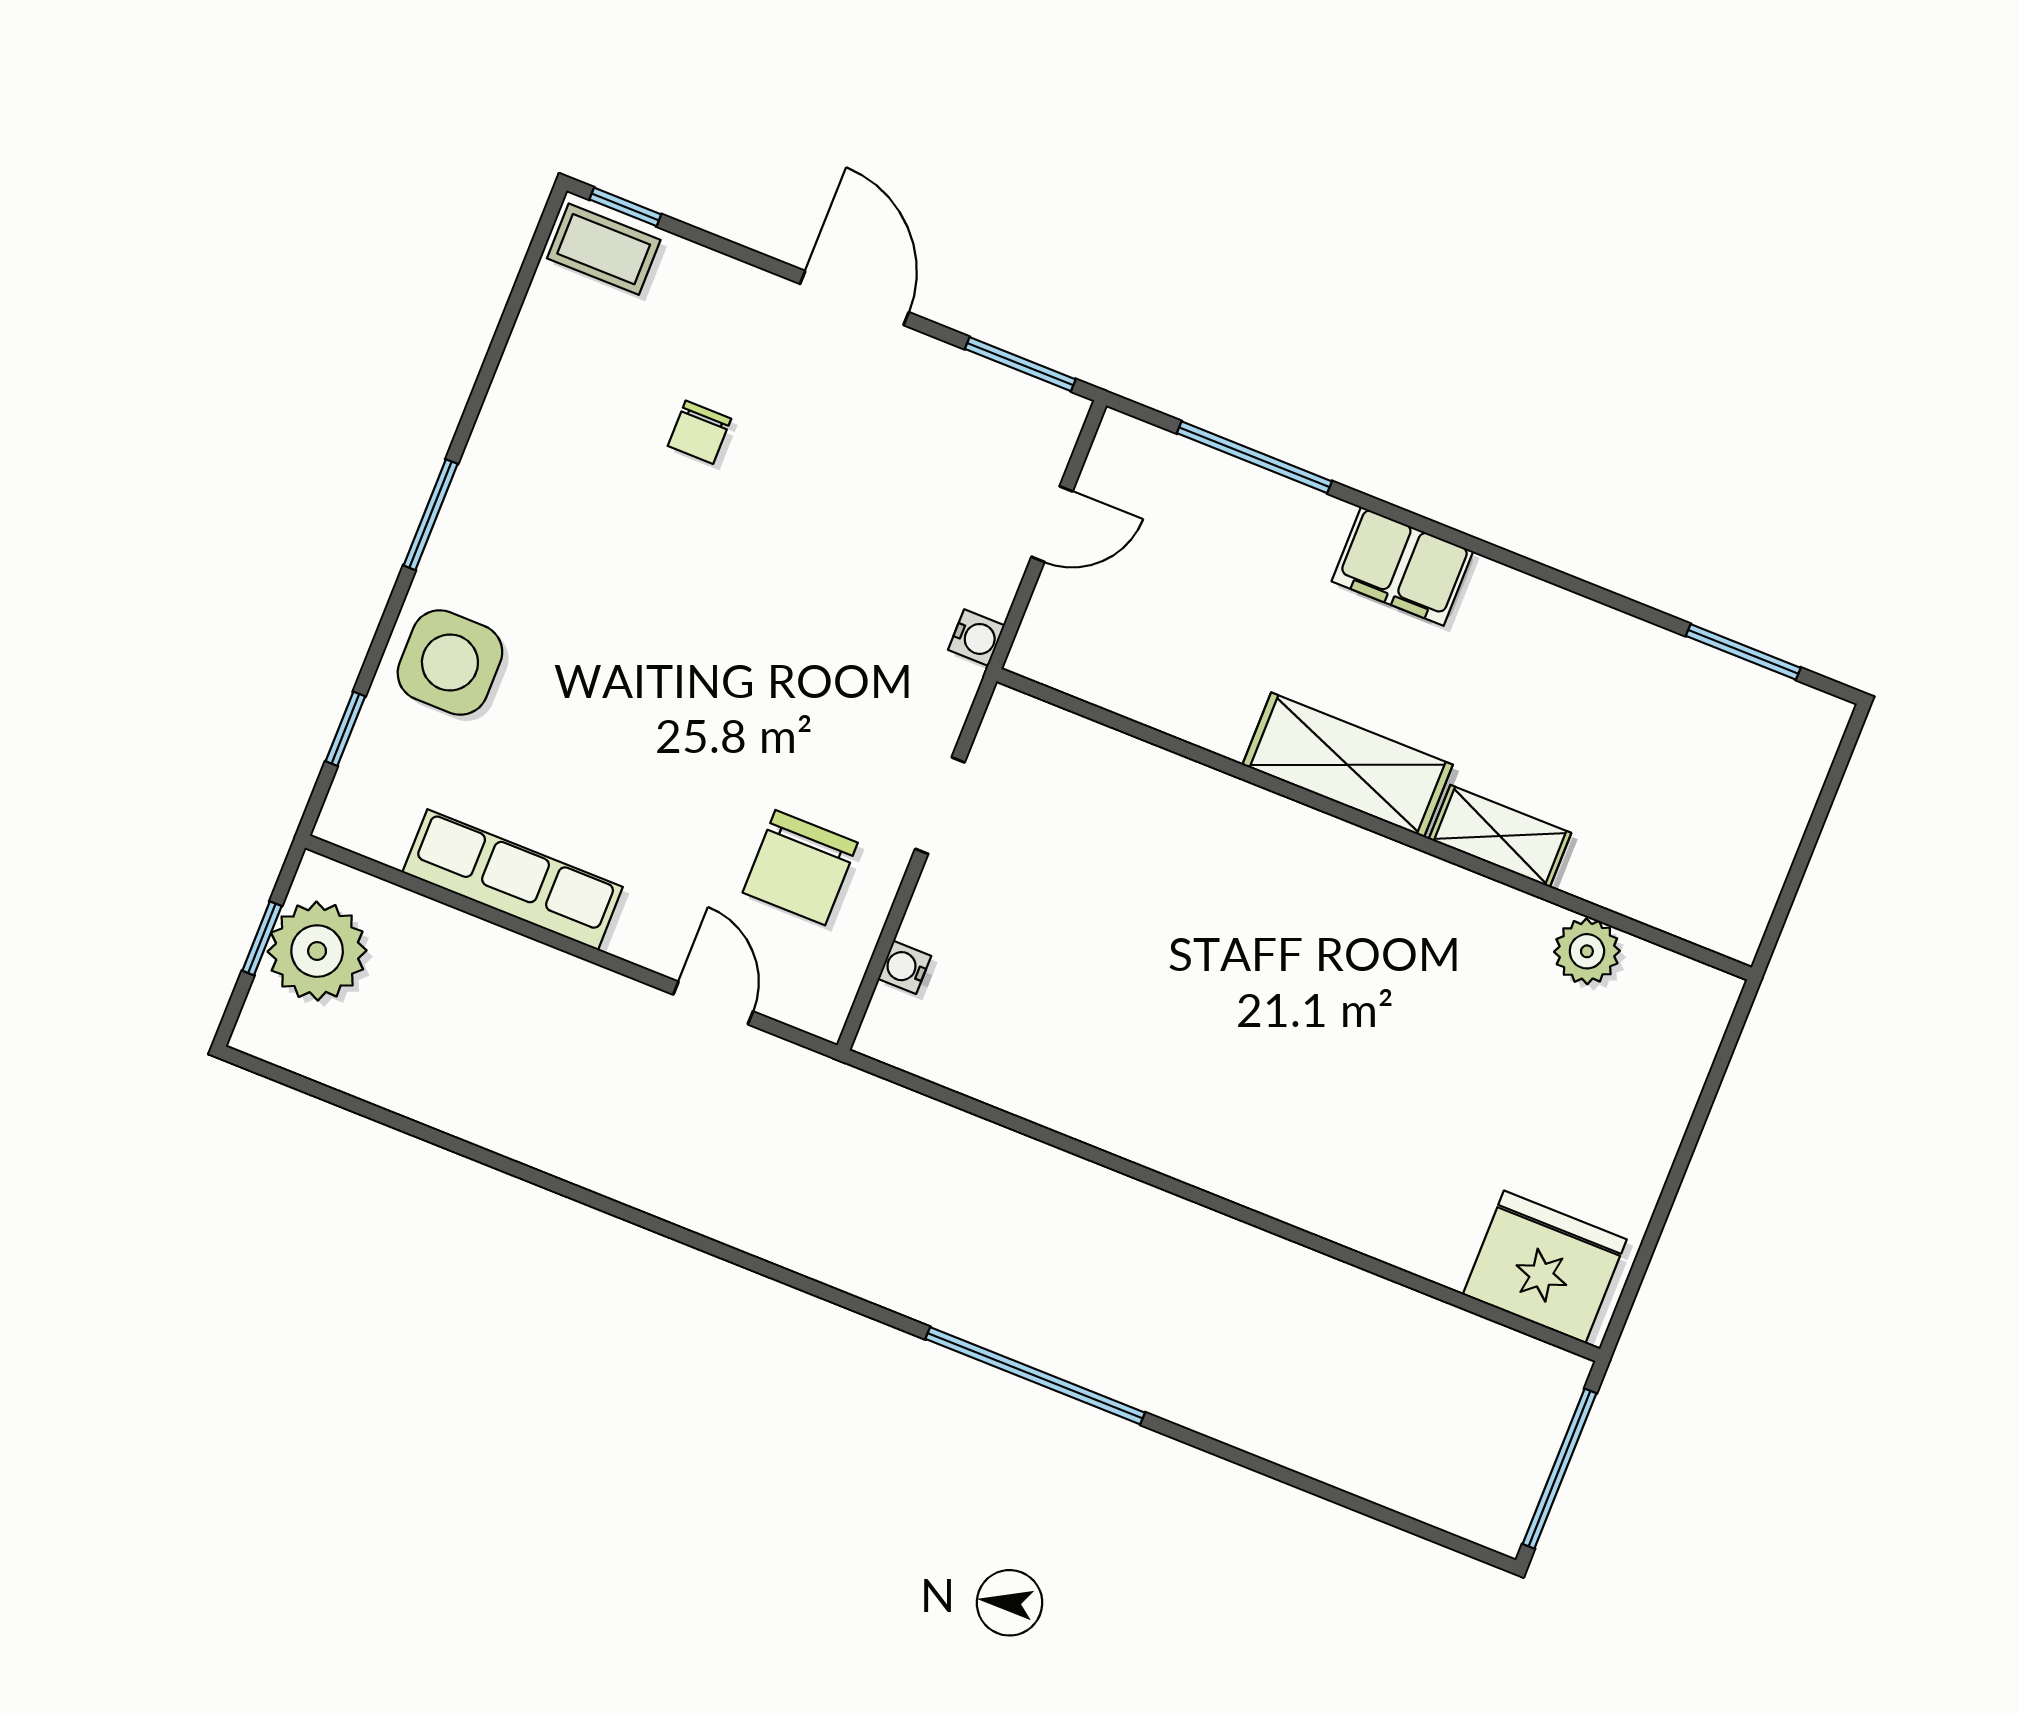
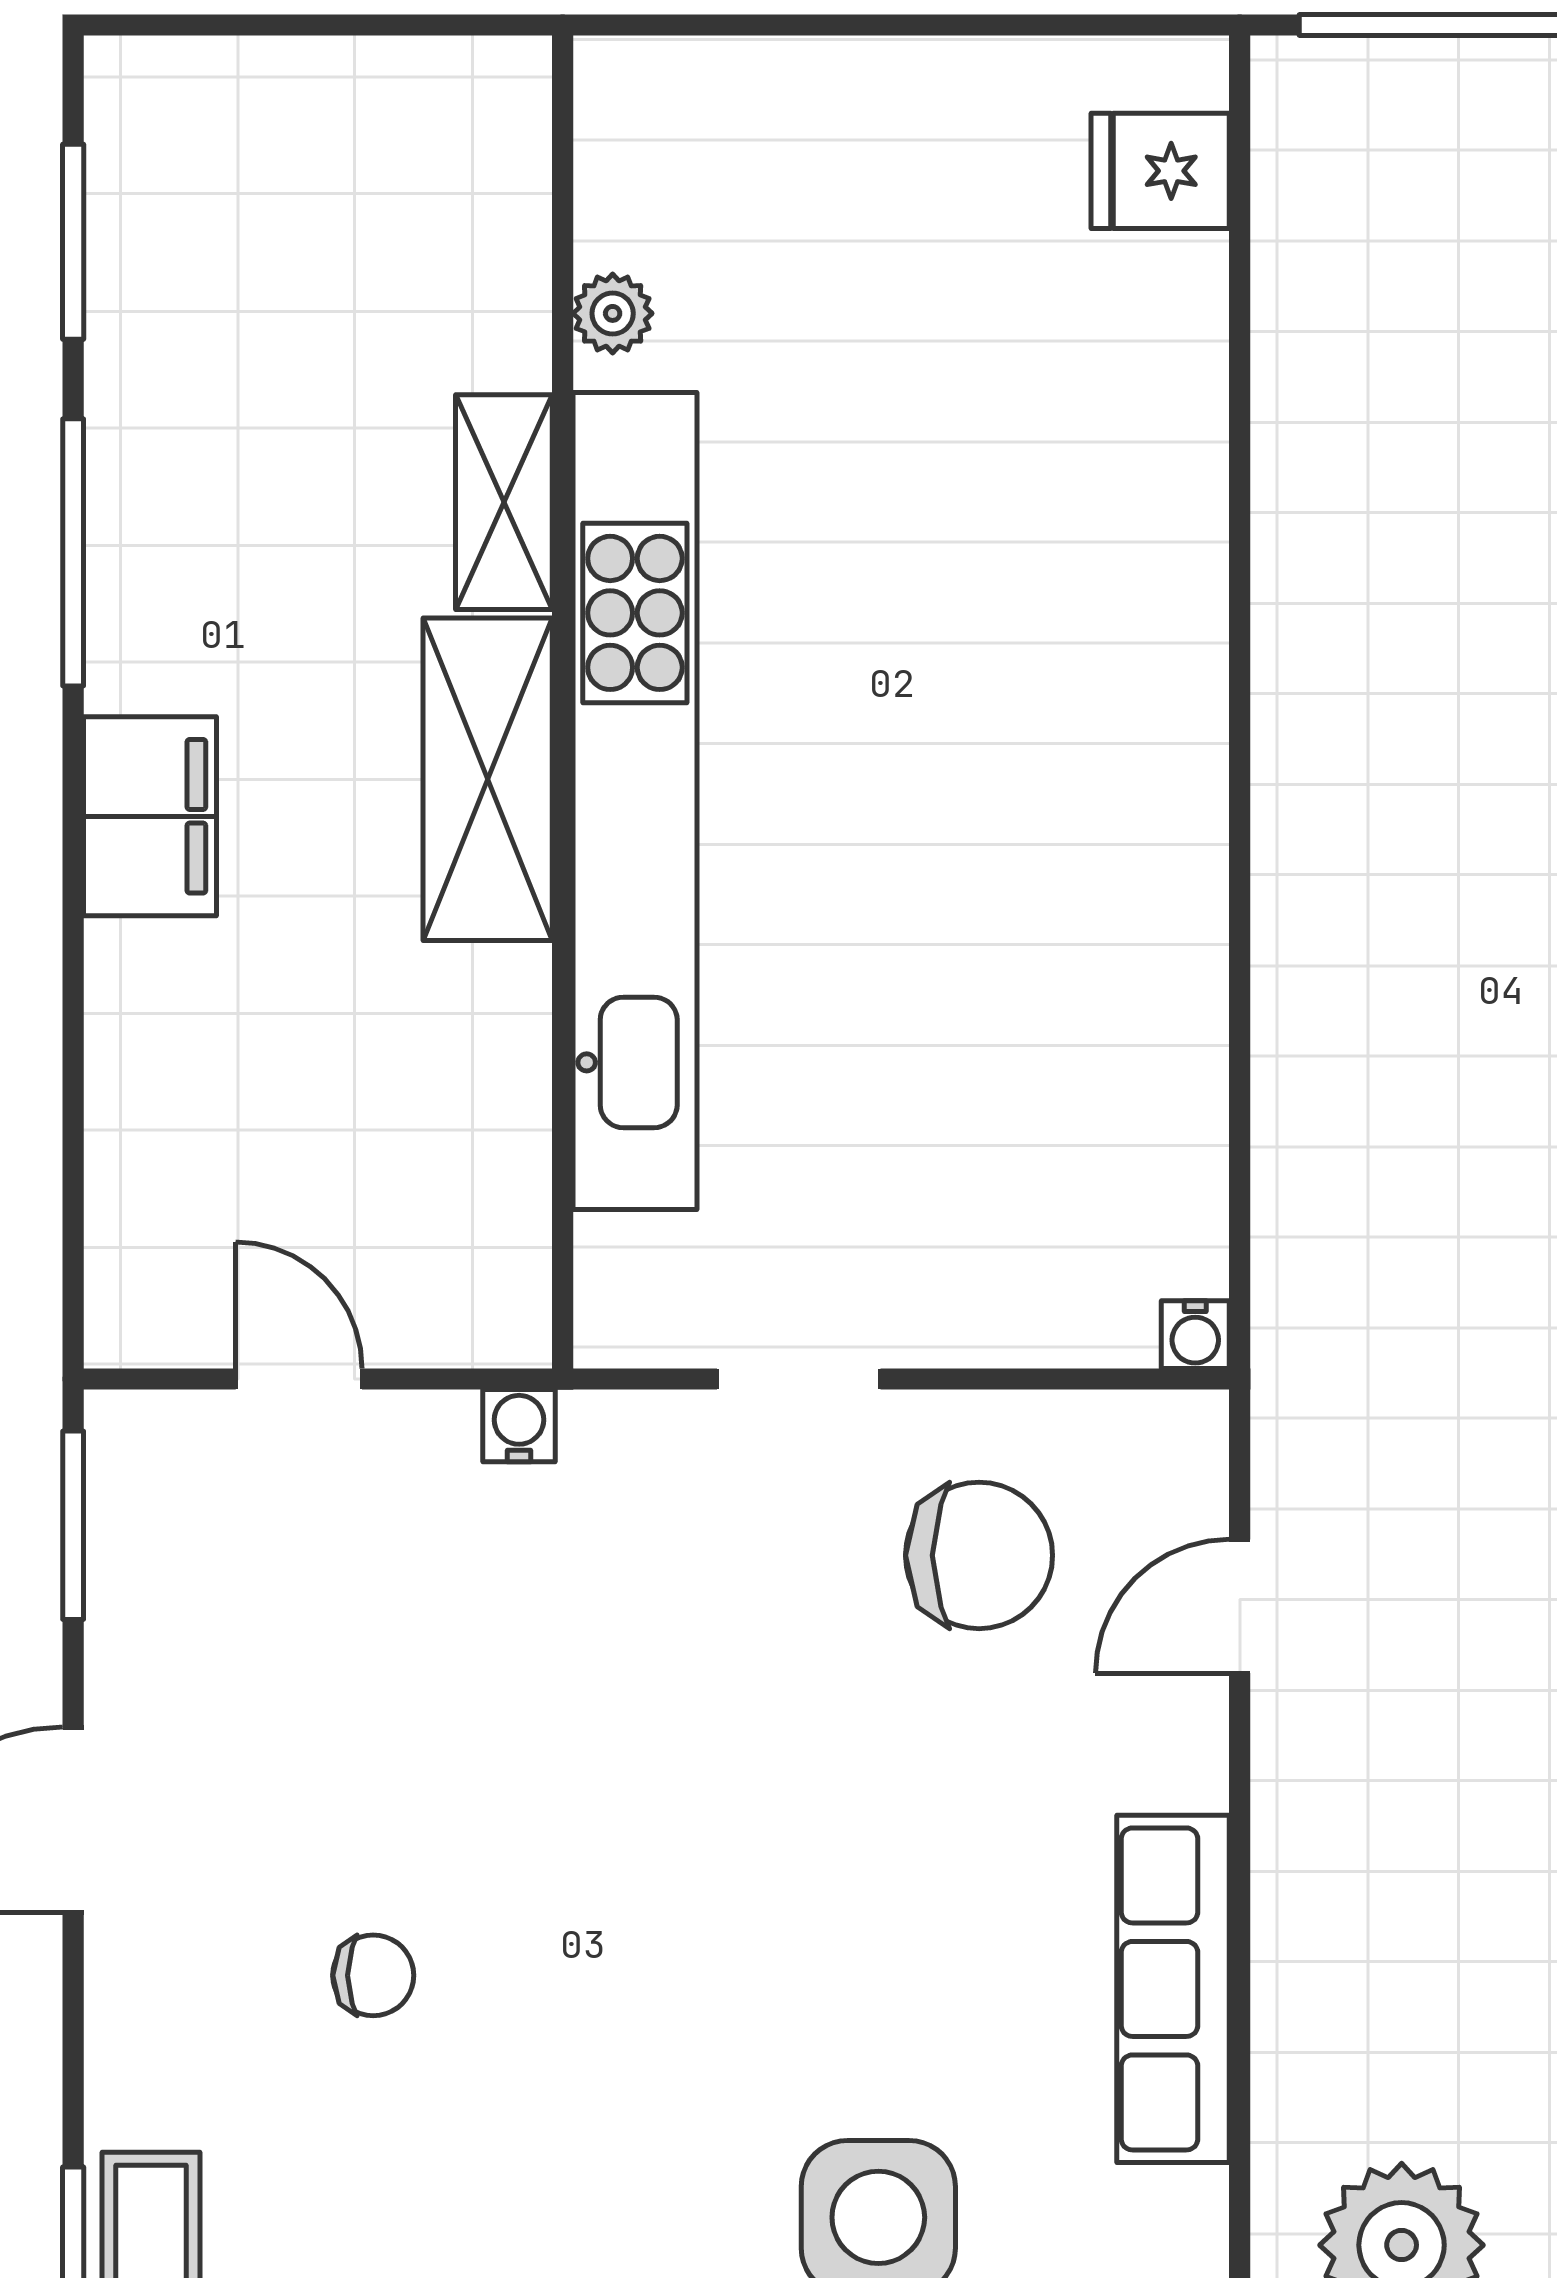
window: (1254, 457) -> (73, 552), moved
kitchen unit: (1302, 843) -> (635, 801), added
plant: (1587, 951) -> (613, 313), width x0.73, depth x0.73
water cooler: (905, 967) -> (1195, 1335), moved
fridge: (1545, 1267) -> (1160, 171), width x0.53, depth x0.75

